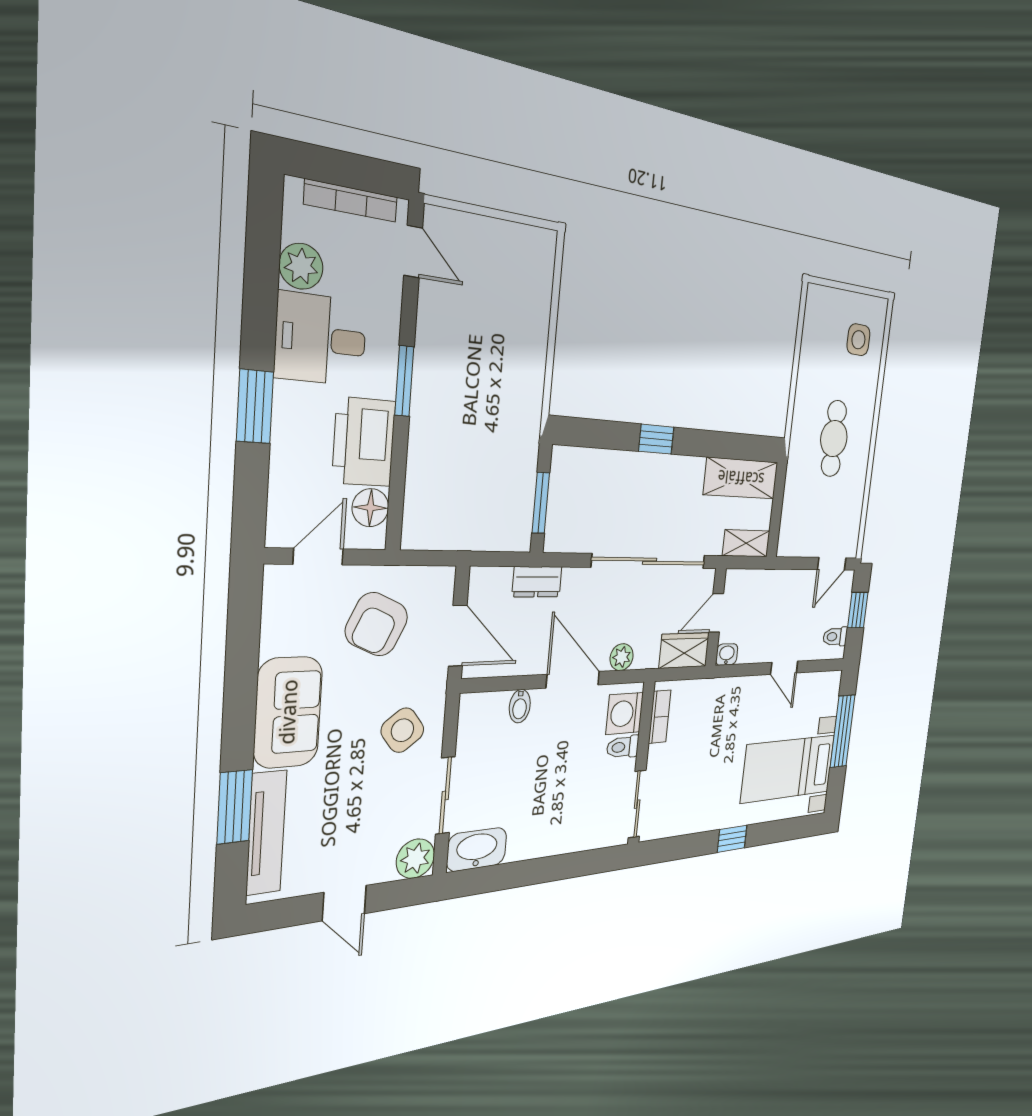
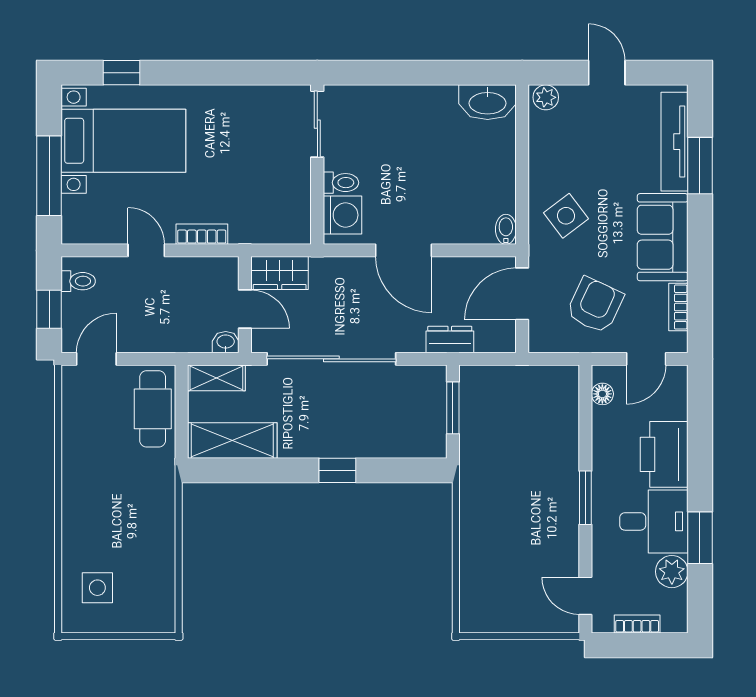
bookcase: (351, 201) -> (637, 624), width x0.64
window: (255, 407) -> (700, 538), moved
cafe table: (834, 439) -> (153, 409), moved
printer: (364, 442) -> (664, 454), moved, turned 180
floor lamp: (370, 508) -> (602, 394), width x0.73, depth x0.73
door: (716, 613) -> (245, 309), hinge flipped
bookcase: (273, 624) -> (678, 307), added
door: (458, 636) -> (522, 294), hinge flipped
washbasin: (727, 654) -> (226, 342), moved, turned 180
plant: (622, 657) -> (352, 269), removed
bidet: (520, 706) -> (506, 229), moved
bookcase: (660, 717) -> (202, 234), moved, turned 90
sliding door: (445, 796) -> (522, 155), removed
window: (732, 839) -> (122, 73), moved
plant: (415, 859) -> (546, 97), width x0.73, depth x0.73

